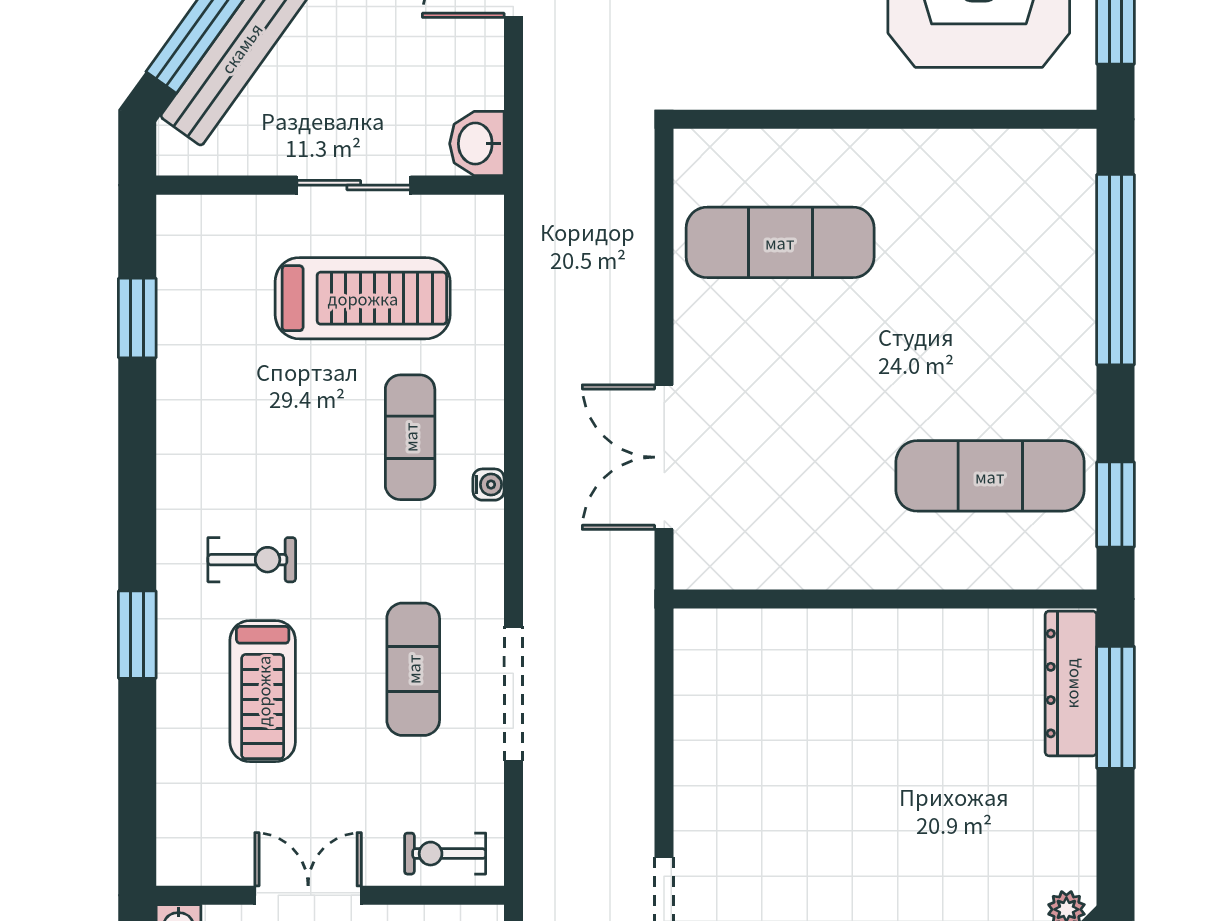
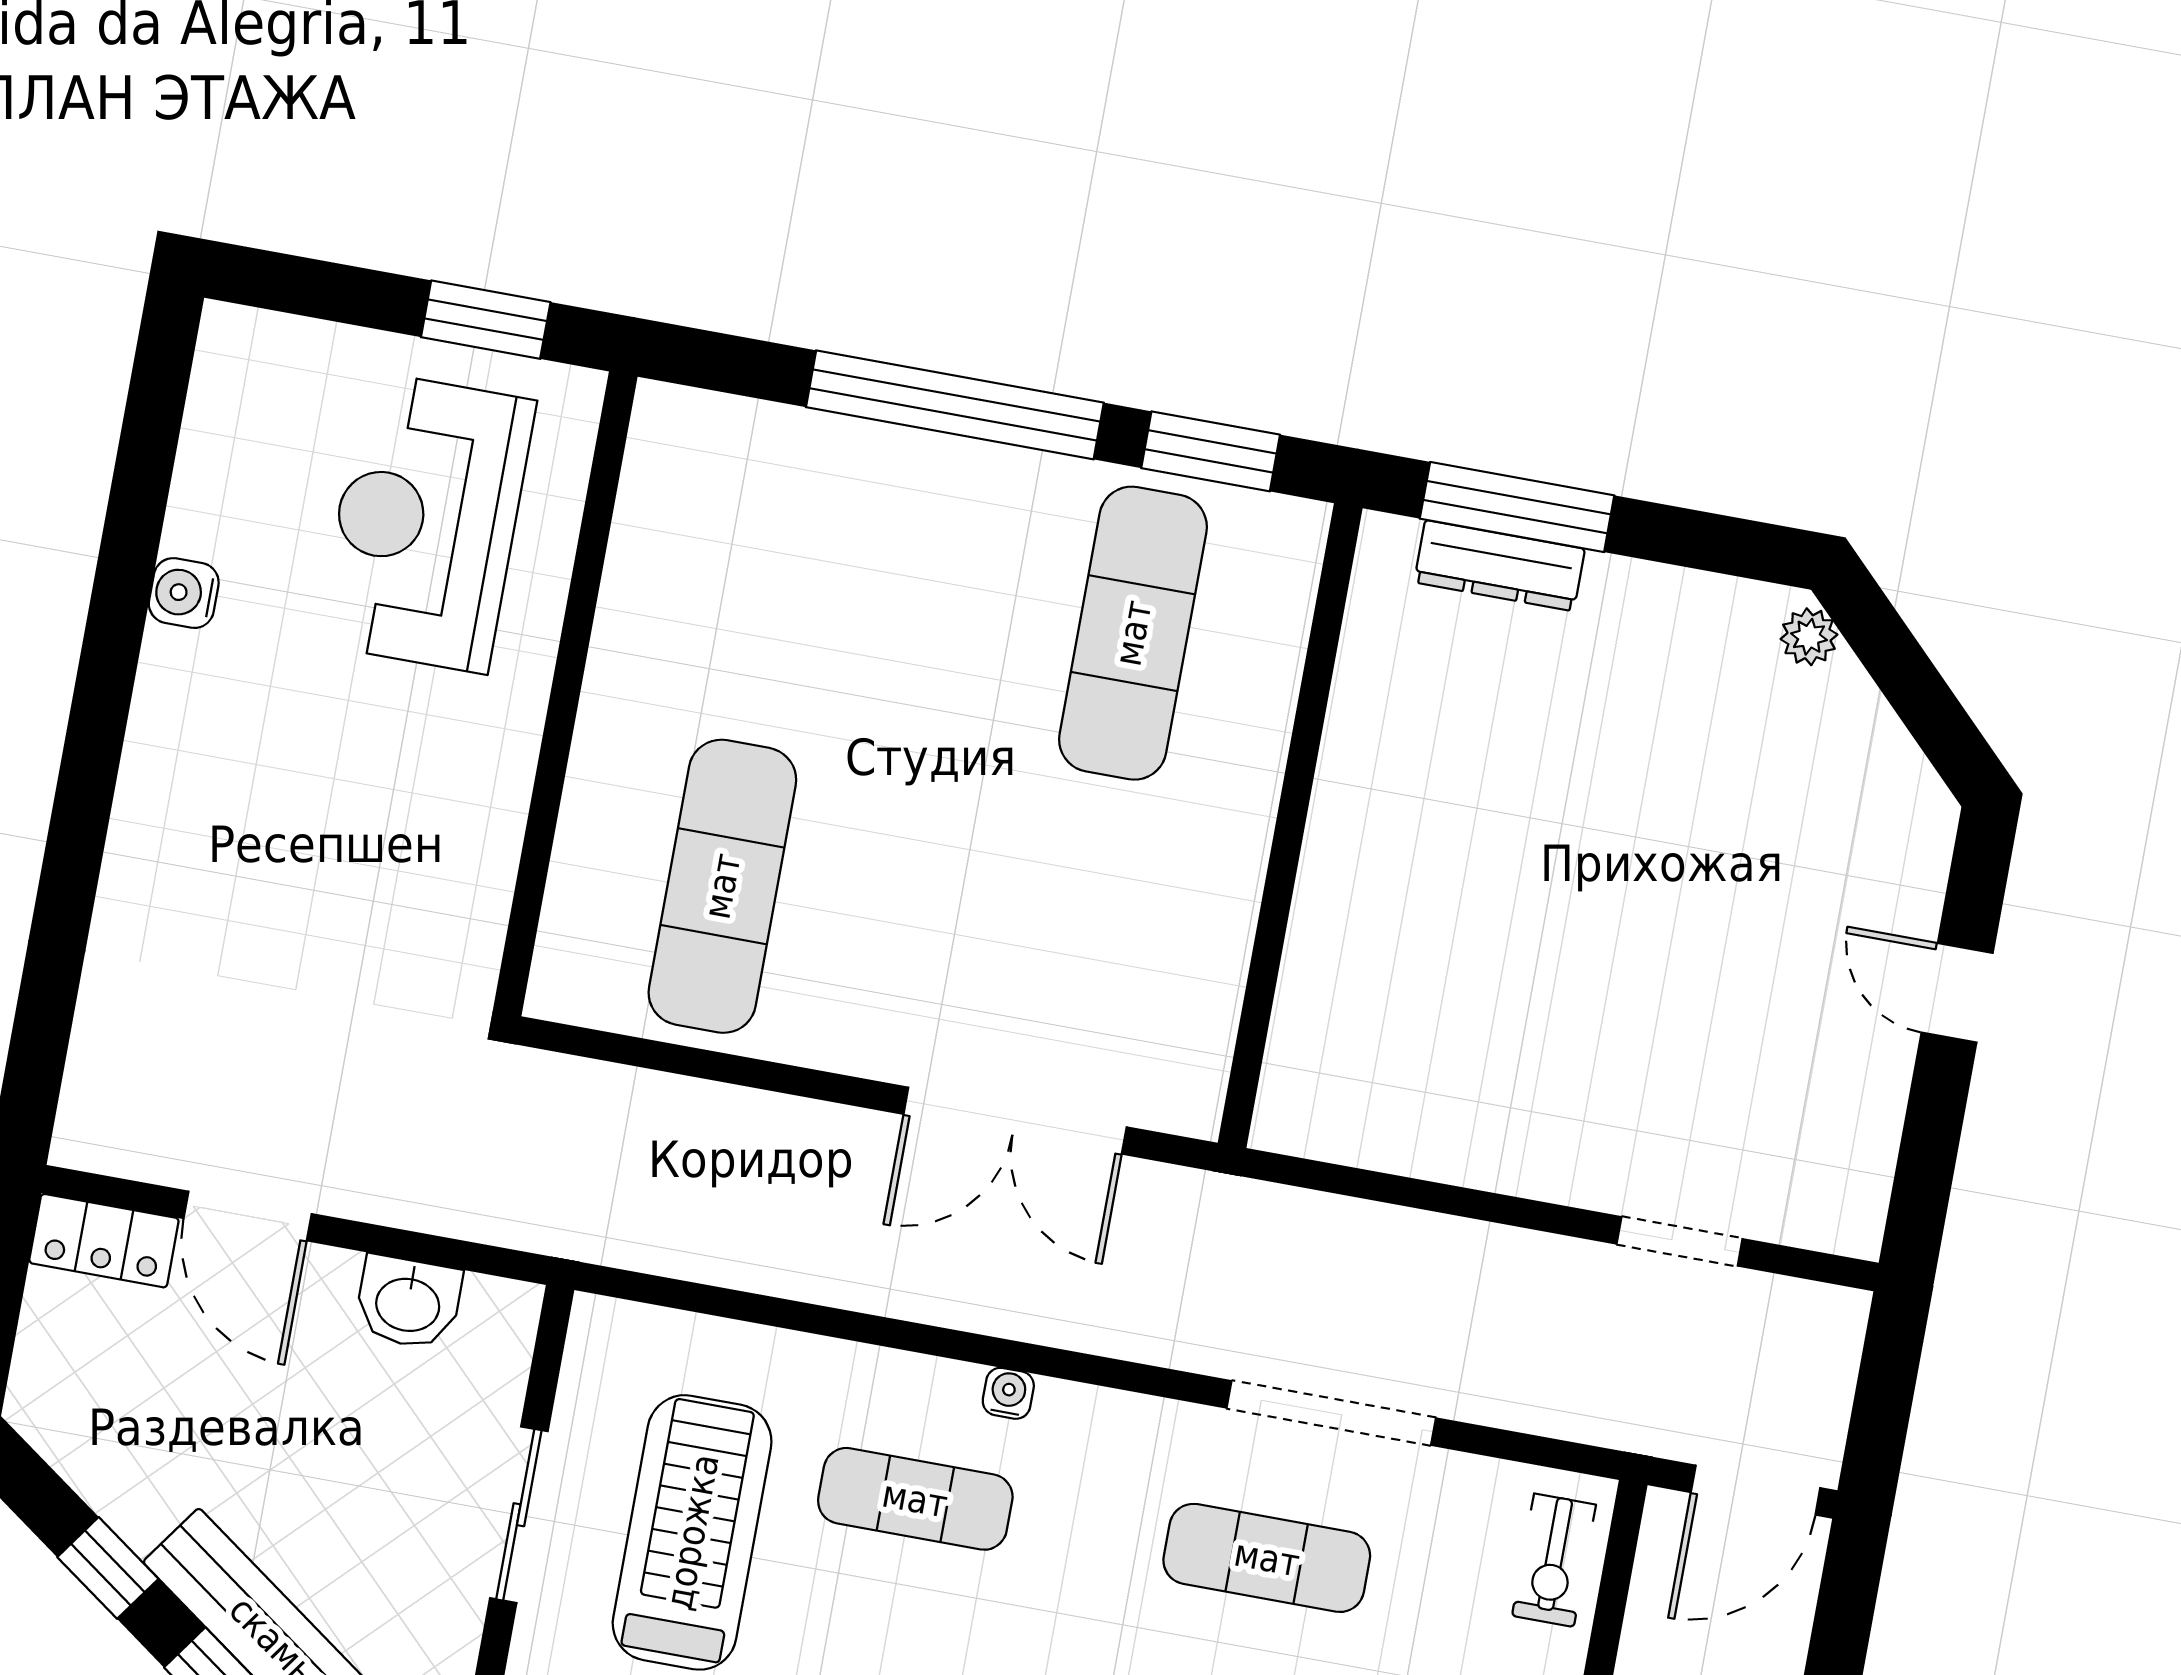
washbasin: (477, 144) -> (408, 1302), moved
window: (1116, 270) -> (955, 405), moved
dresser: (1071, 683) -> (1499, 566), width x0.73, depth x0.80

